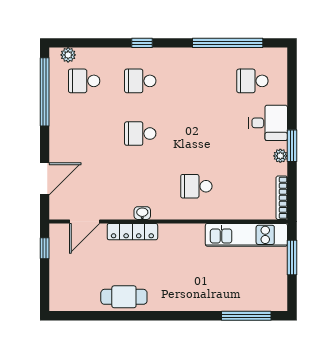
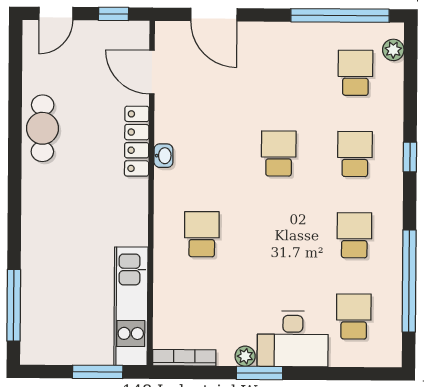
school desk: (196, 81) -> (354, 235), added
desk: (268, 123) -> (293, 339), width x1.37
door: (45, 288) -> (56, 14), added

